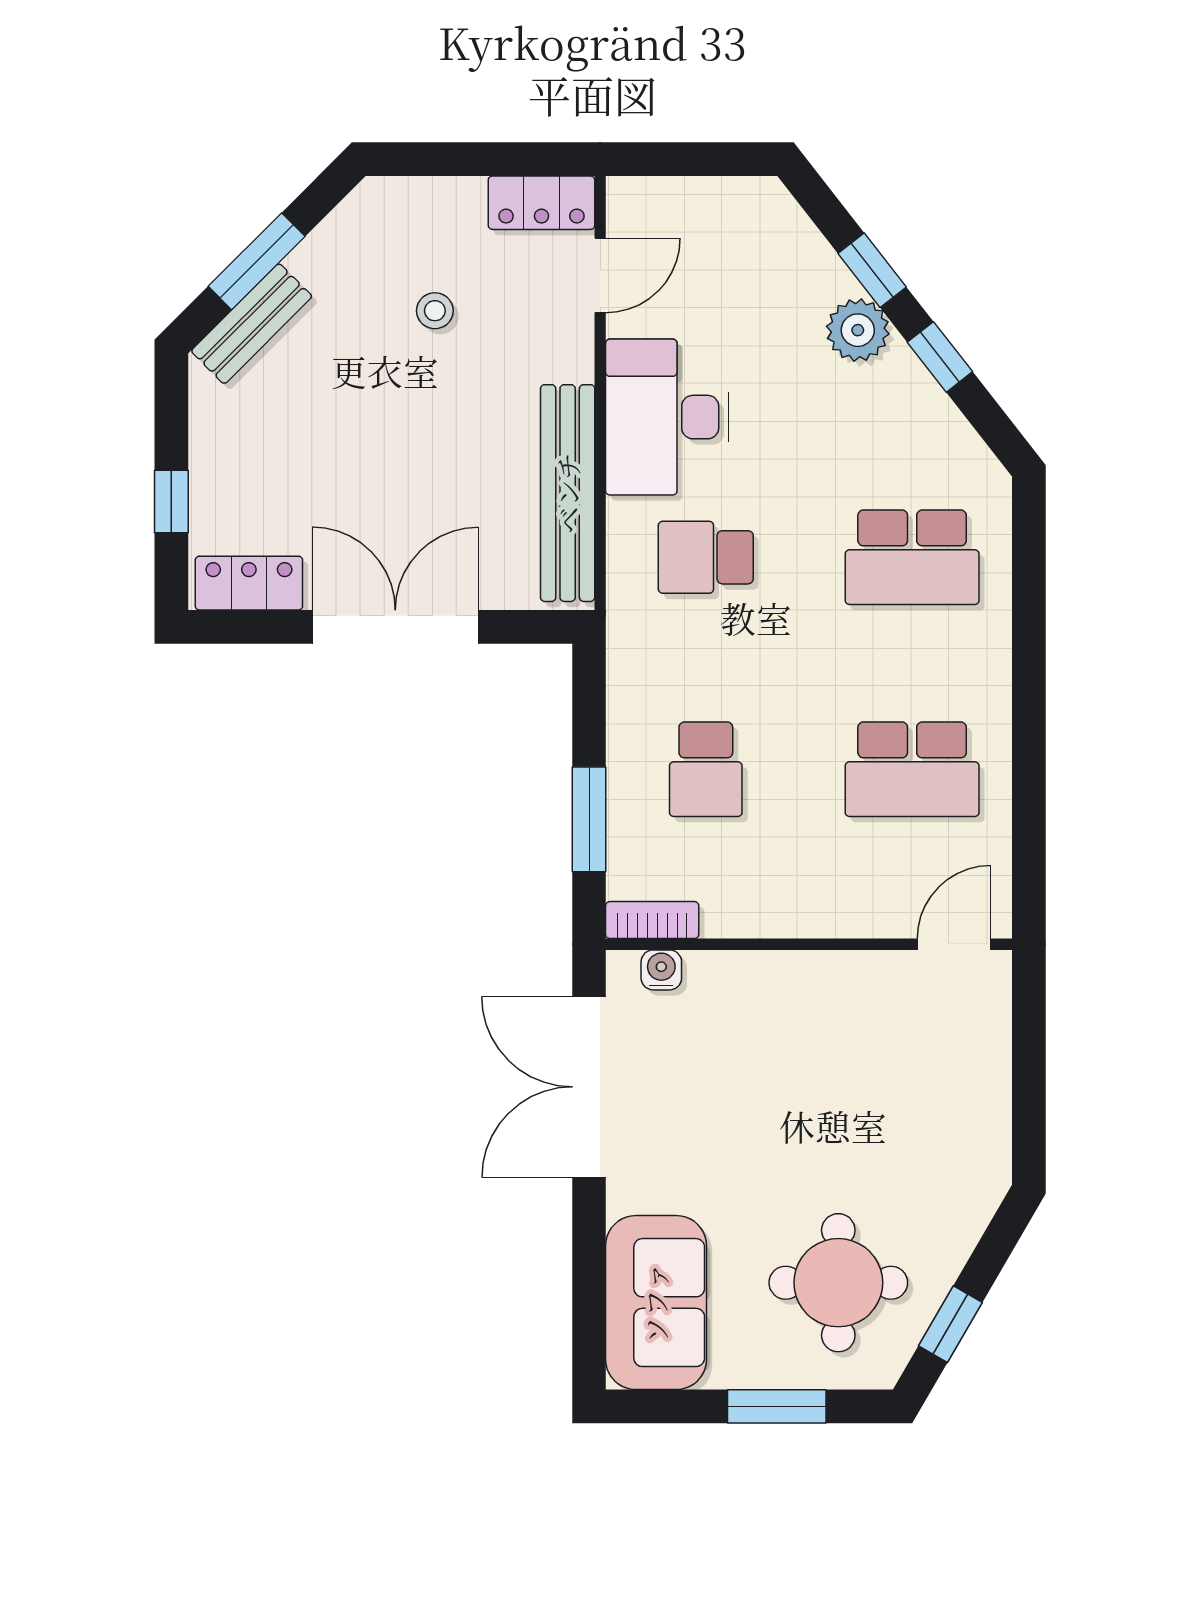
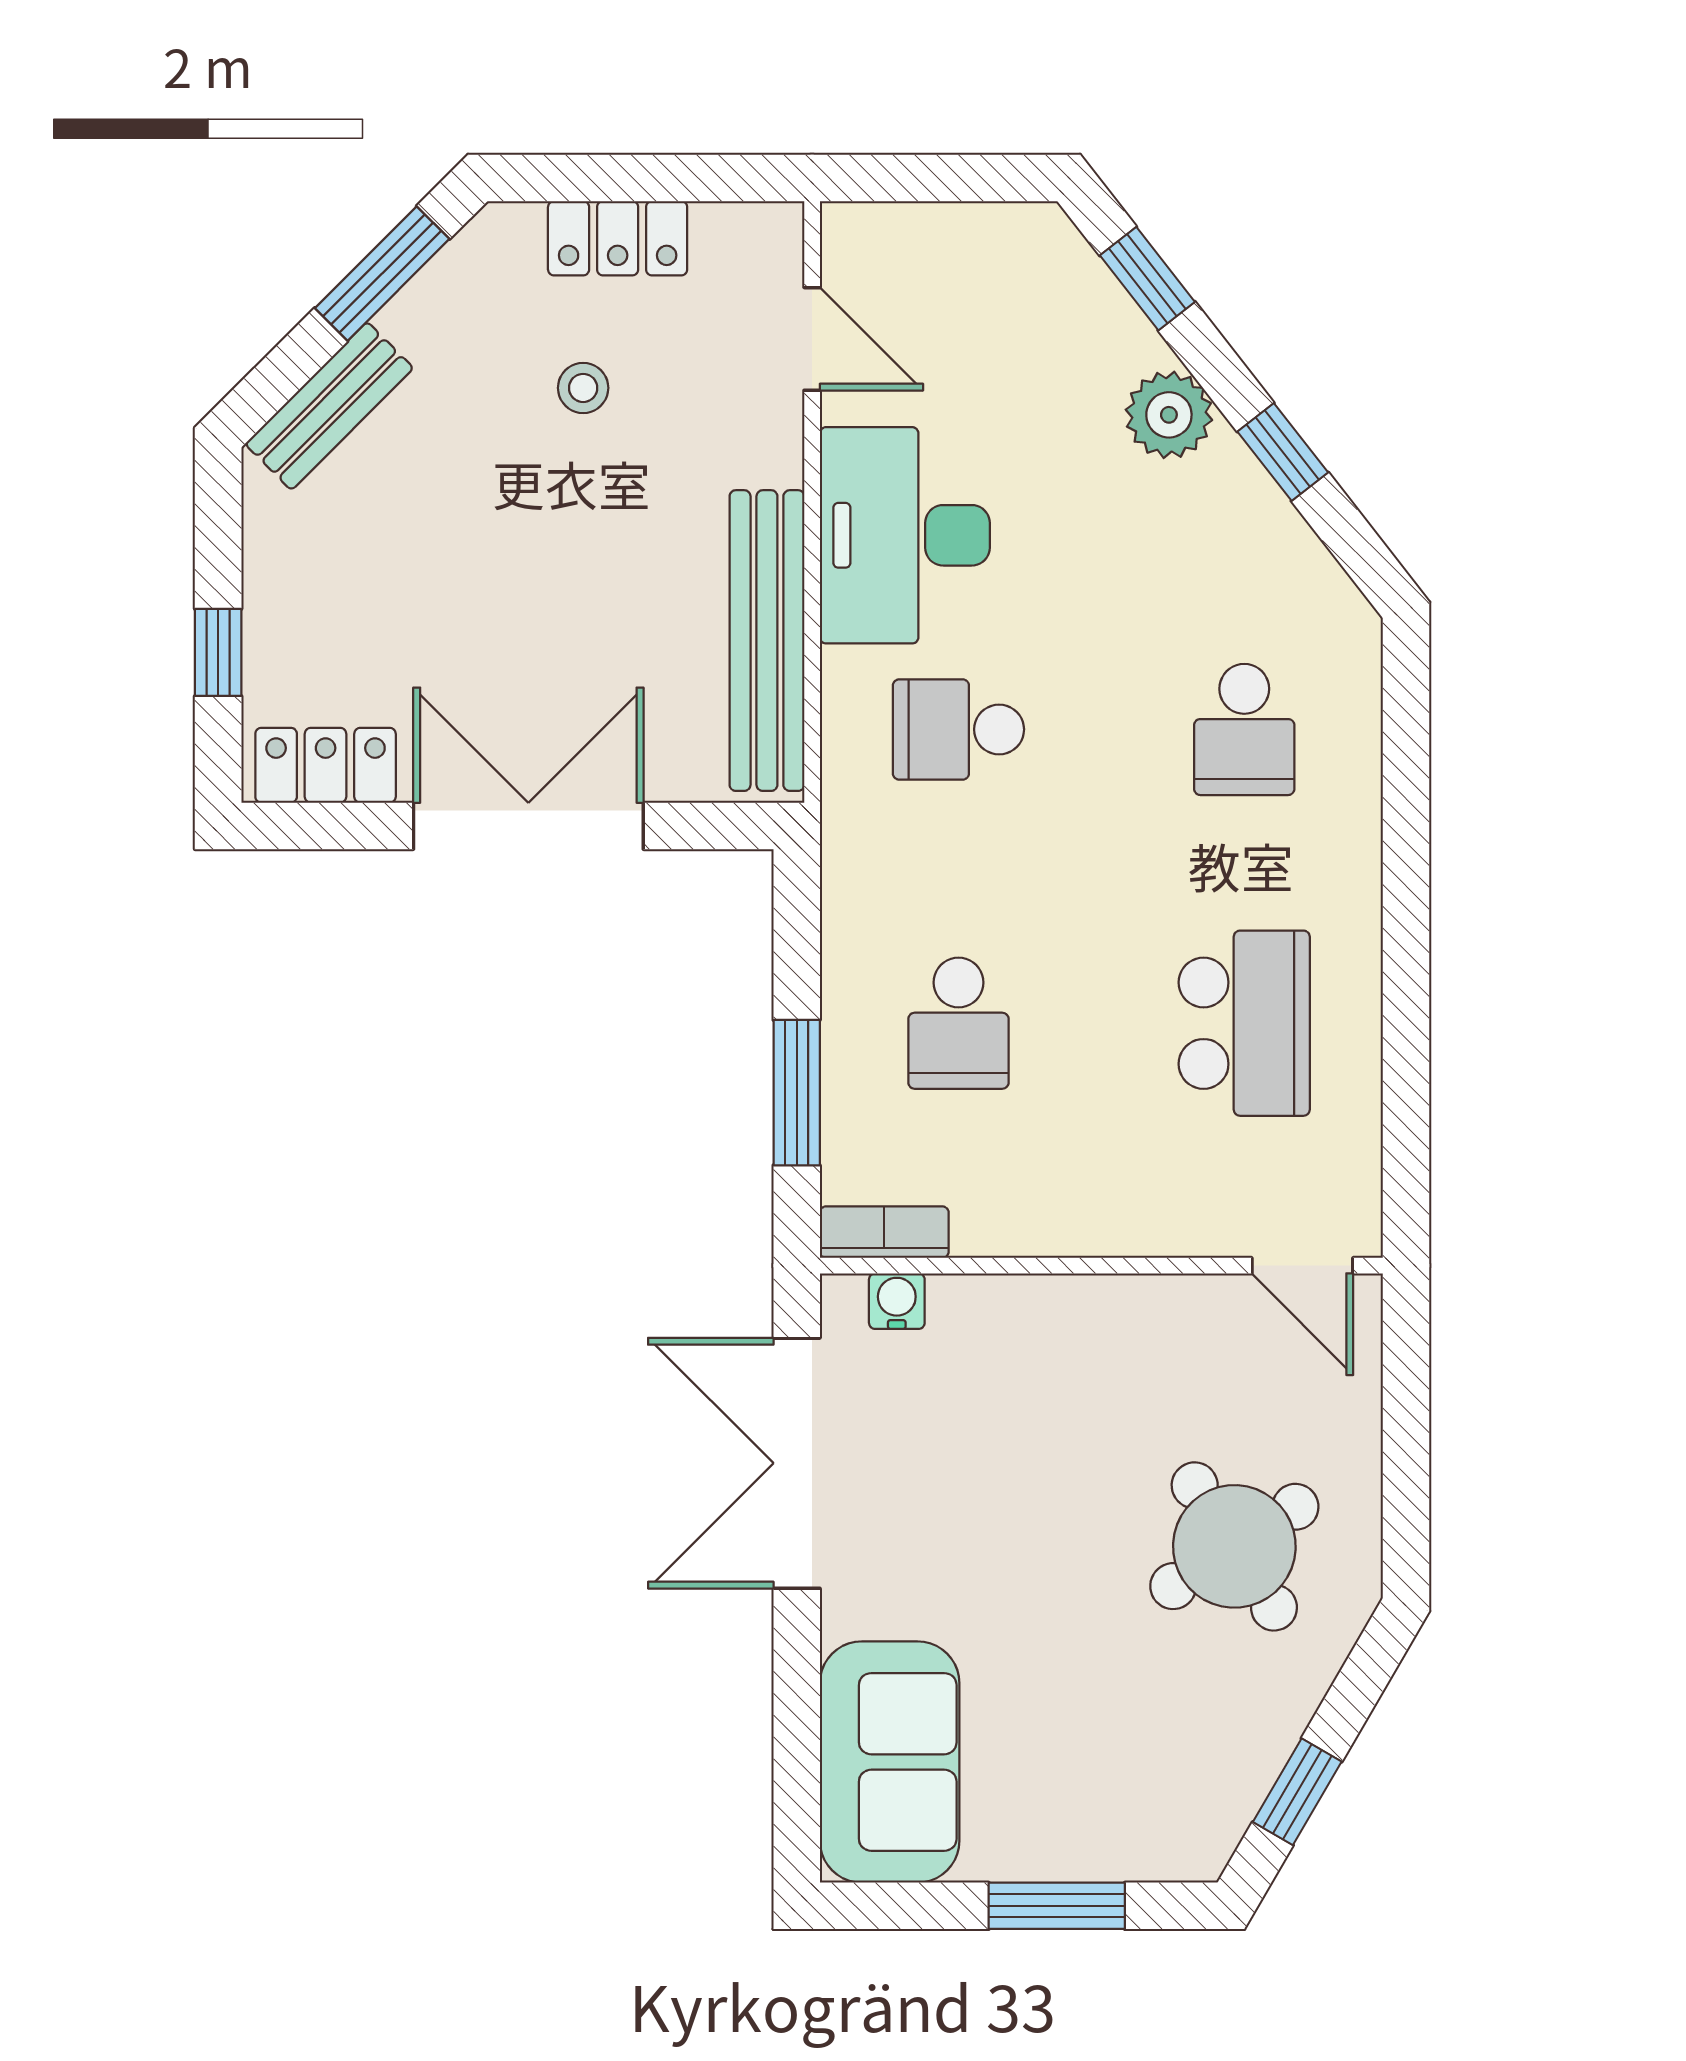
locker: (541, 203) -> (618, 238), moved
window: (257, 261) -> (382, 274), moved
window: (872, 270) -> (1147, 279), moved
door: (600, 275) -> (812, 339), hinge flipped
school desk: (912, 557) -> (1244, 729), width x0.54
school desk: (912, 769) -> (1244, 1023), turned -90
door: (954, 944) -> (1302, 1266), swing flipped
round table: (838, 1283) -> (1234, 1546), moved, turned -33

